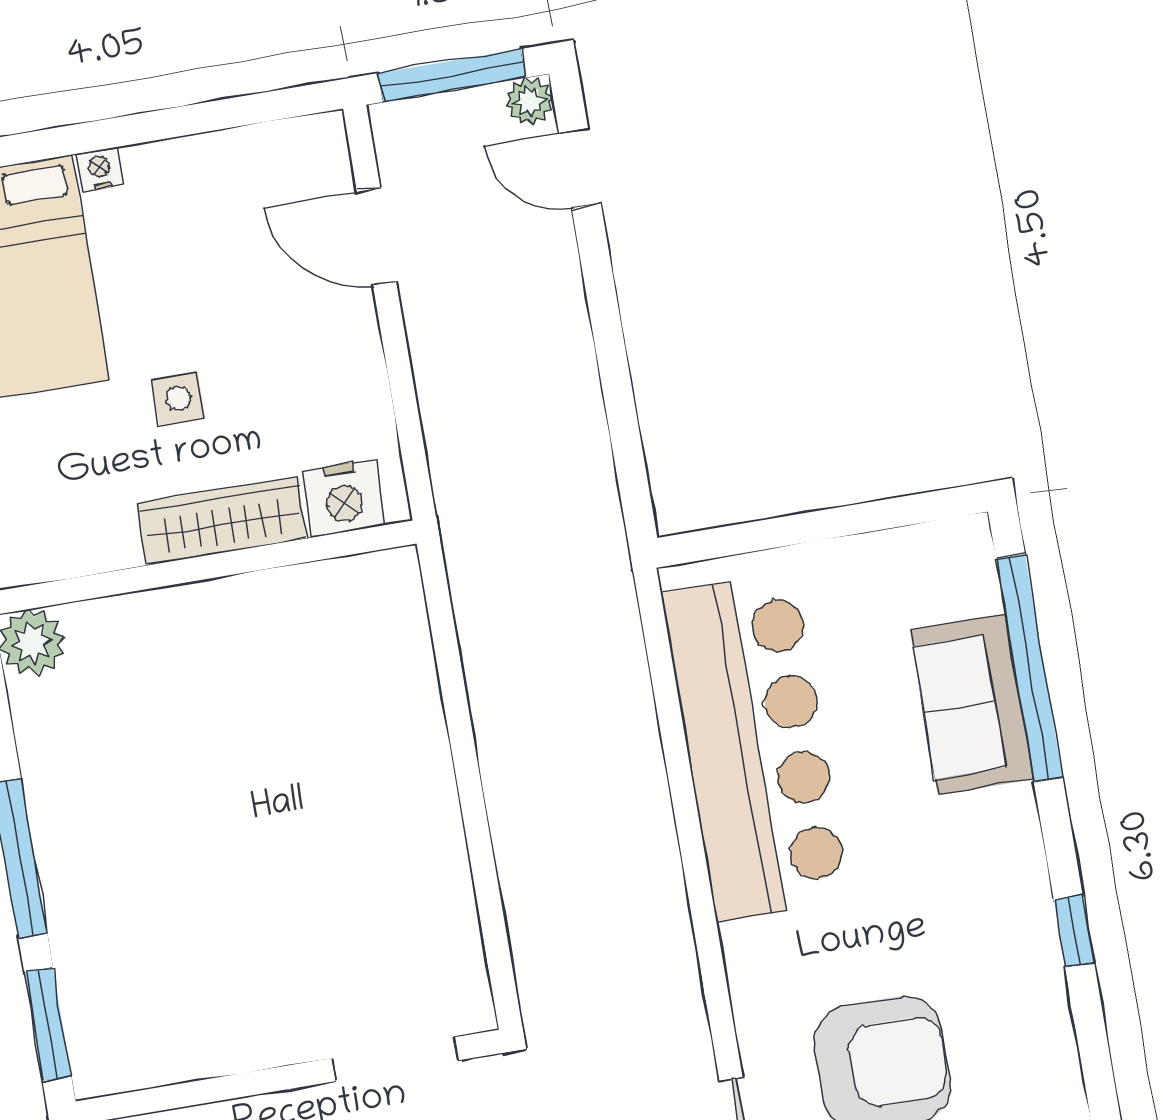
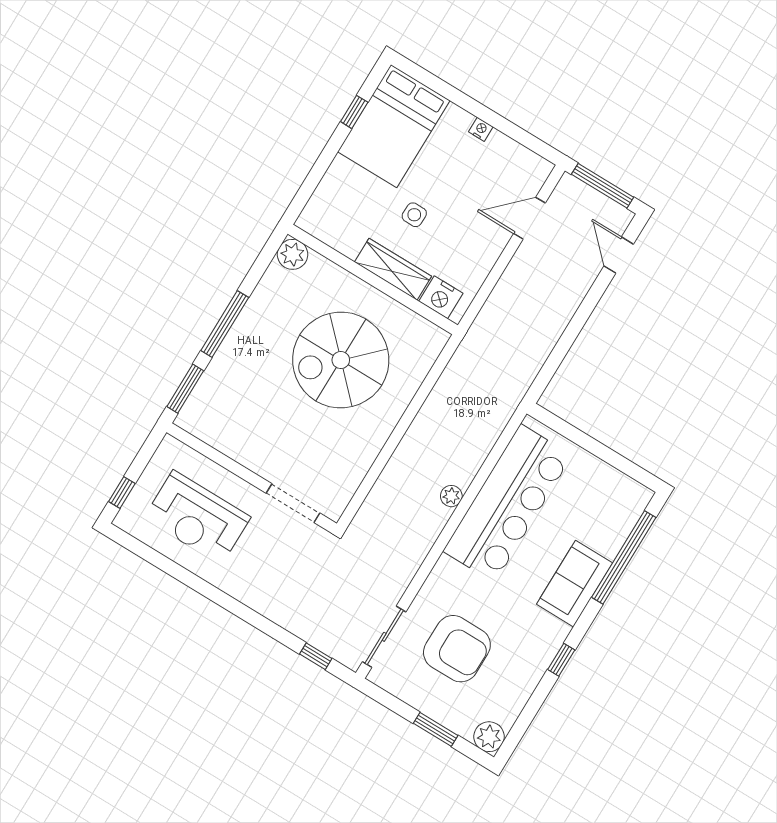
plant: (530, 101) -> (451, 496), moved
nightstand: (100, 169) -> (481, 129), moved
door: (377, 237) -> (529, 218), hinge flipped
sofa: (972, 705) -> (575, 584), moved
spiral stairs: (267, 749) -> (341, 360), added

